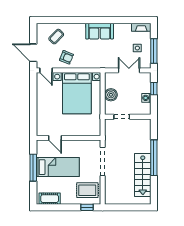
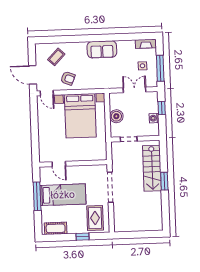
window: (154, 158) -> (164, 181), width x0.47
stairs: (143, 175) -> (152, 168), moved
rug: (87, 190) -> (95, 218), turned 90
window: (87, 207) -> (83, 237), moved

